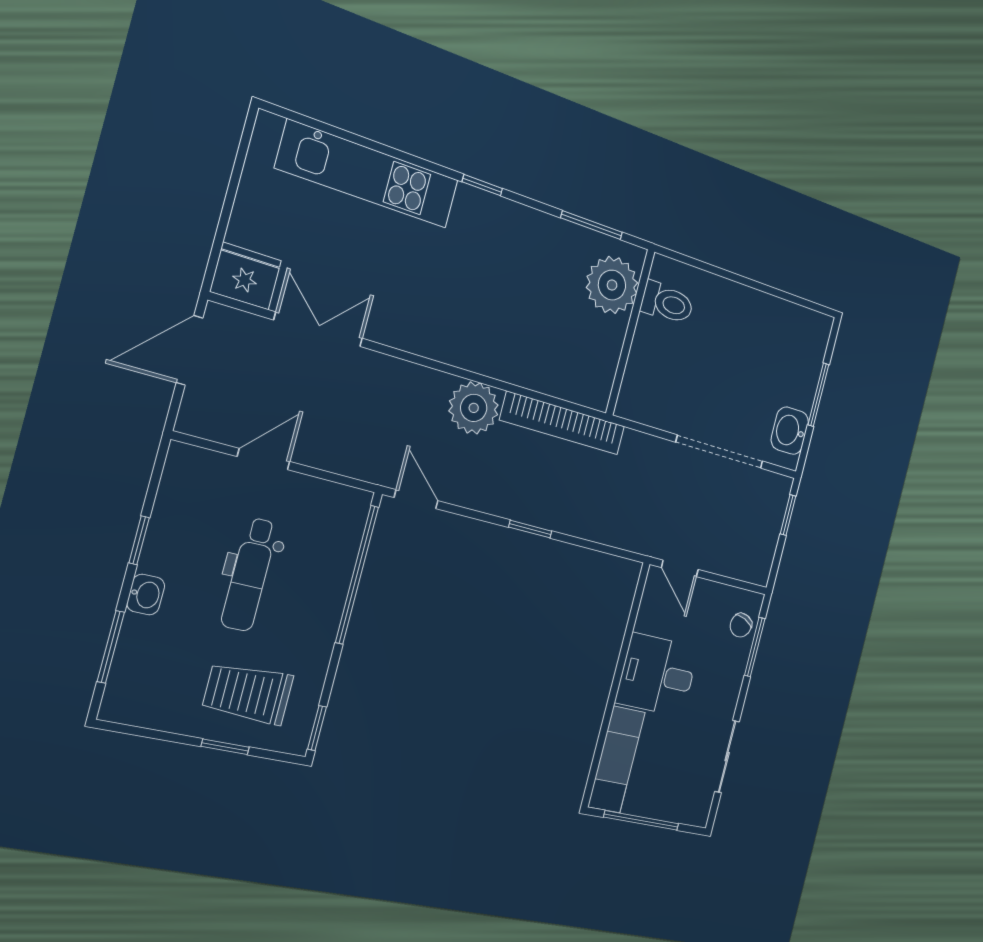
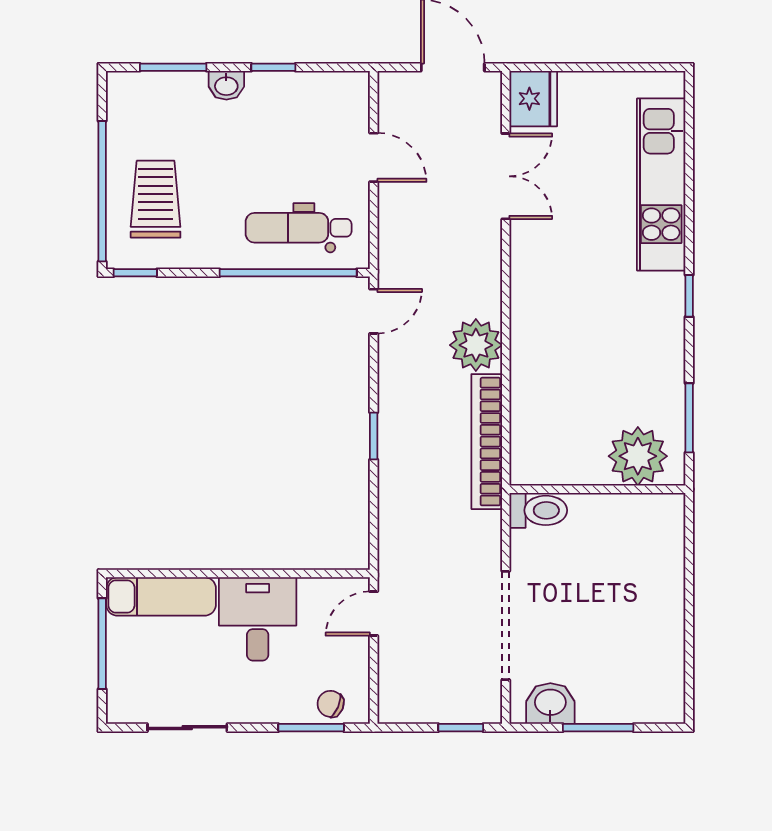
toilet: (667, 303) -> (538, 510), moved, turned -90
dental chair: (249, 575) -> (299, 228), moved
window: (225, 747) -> (102, 191), width x3.17

